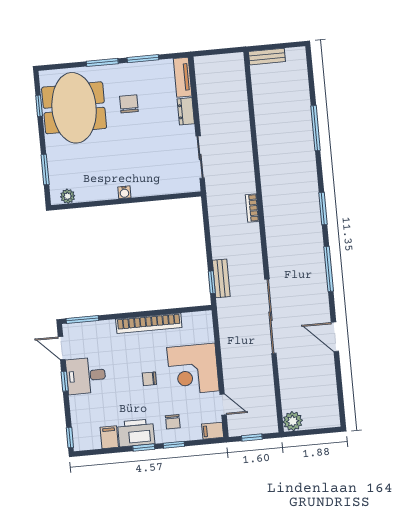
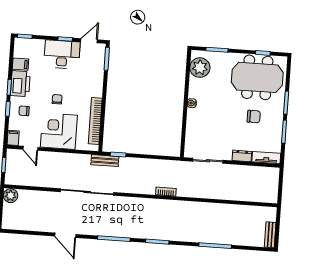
bench: (267, 57) -> (270, 235), moved
plant: (68, 196) -> (200, 68), width x1.88, depth x1.88
bench: (221, 278) -> (105, 161), moved
bookcase: (149, 323) -> (95, 121), moved
door: (335, 337) -> (65, 235), swing flipped
desk: (86, 376) -> (62, 54), width x1.37
door: (223, 405) -> (30, 148), hinge flipped

